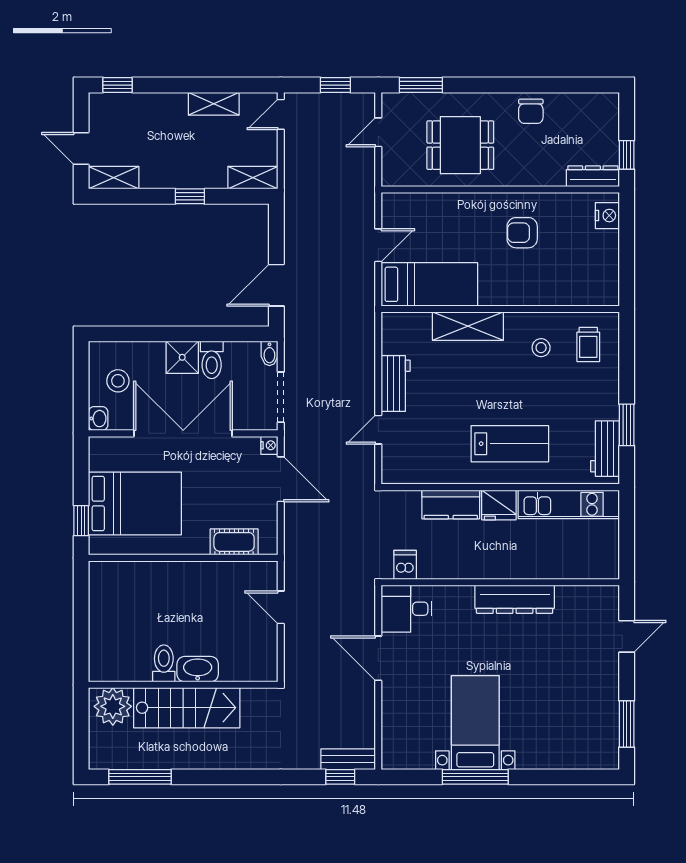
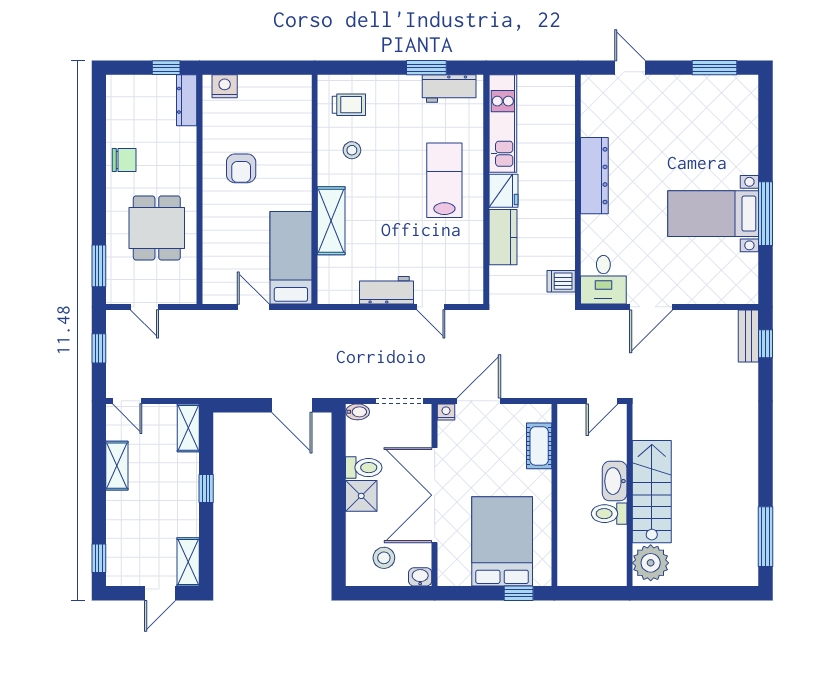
toilet: (164, 663) -> (609, 514), moved
washbasin: (198, 669) -> (615, 481), moved
wall: (183, 685) -> (630, 495), moved
plant: (113, 706) -> (651, 563), moved
stairs: (187, 708) -> (652, 492), moved

